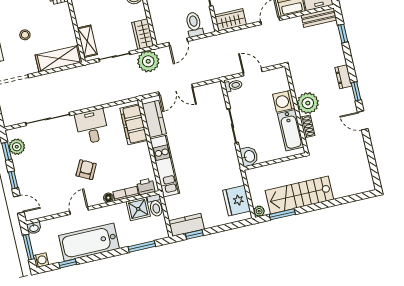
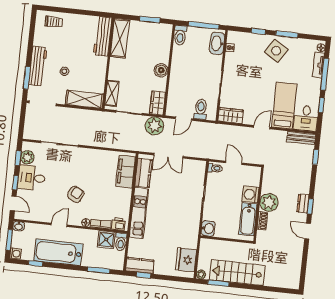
dresser: (343, 77) -> (303, 203), moved
desk: (92, 126) -> (32, 178), moved, turned -90

